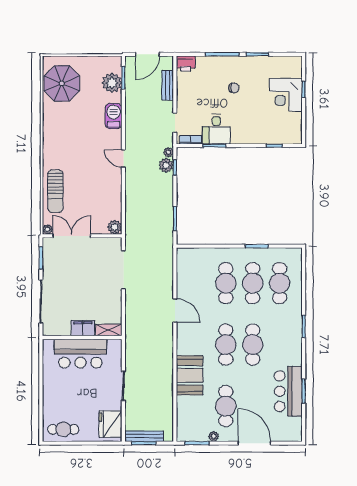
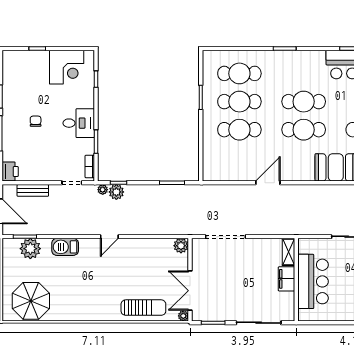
corner desk: (286, 95) -> (67, 67), moved
desk: (216, 129) -> (79, 123), moved

